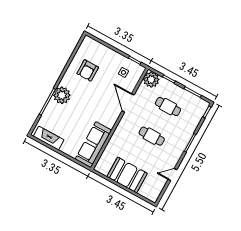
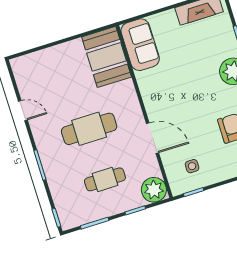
cafe table: (152, 136) -> (89, 129), width x1.37, depth x1.35
sofa: (93, 145) -> (140, 45), width x0.73
booth: (127, 175) -> (107, 57), moved, turned 90
door: (173, 175) -> (23, 111), hinge flipped

